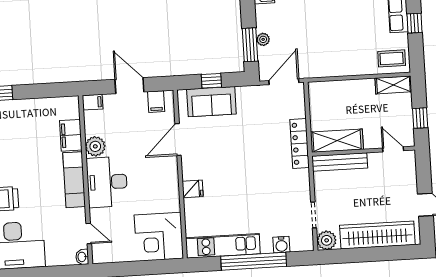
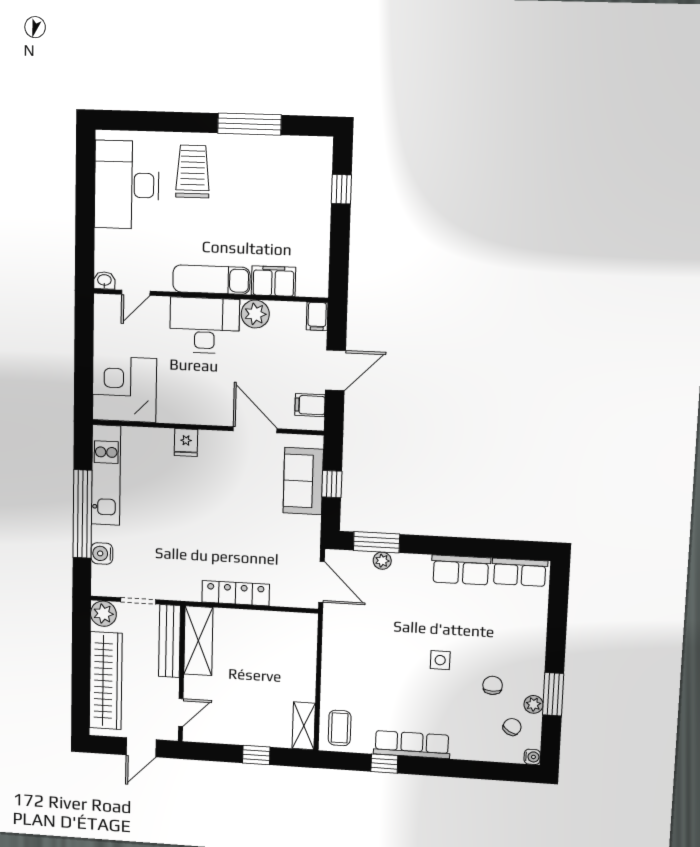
shelving: (337, 141) -> (198, 641), moved
door: (393, 149) -> (181, 712), moved
wall: (363, 151) -> (182, 674), moved
bench: (340, 162) -> (170, 641), moved

